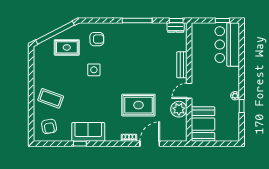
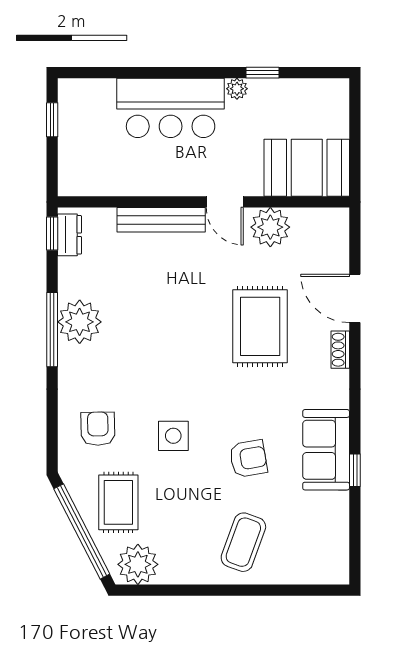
plant: (140, 32) -> (80, 322), added
bar counter: (227, 45) -> (171, 108), moved
plant: (42, 55) -> (138, 564), added
bench: (182, 65) -> (161, 220), width x1.36
armchair: (49, 126) -> (248, 459), moved

